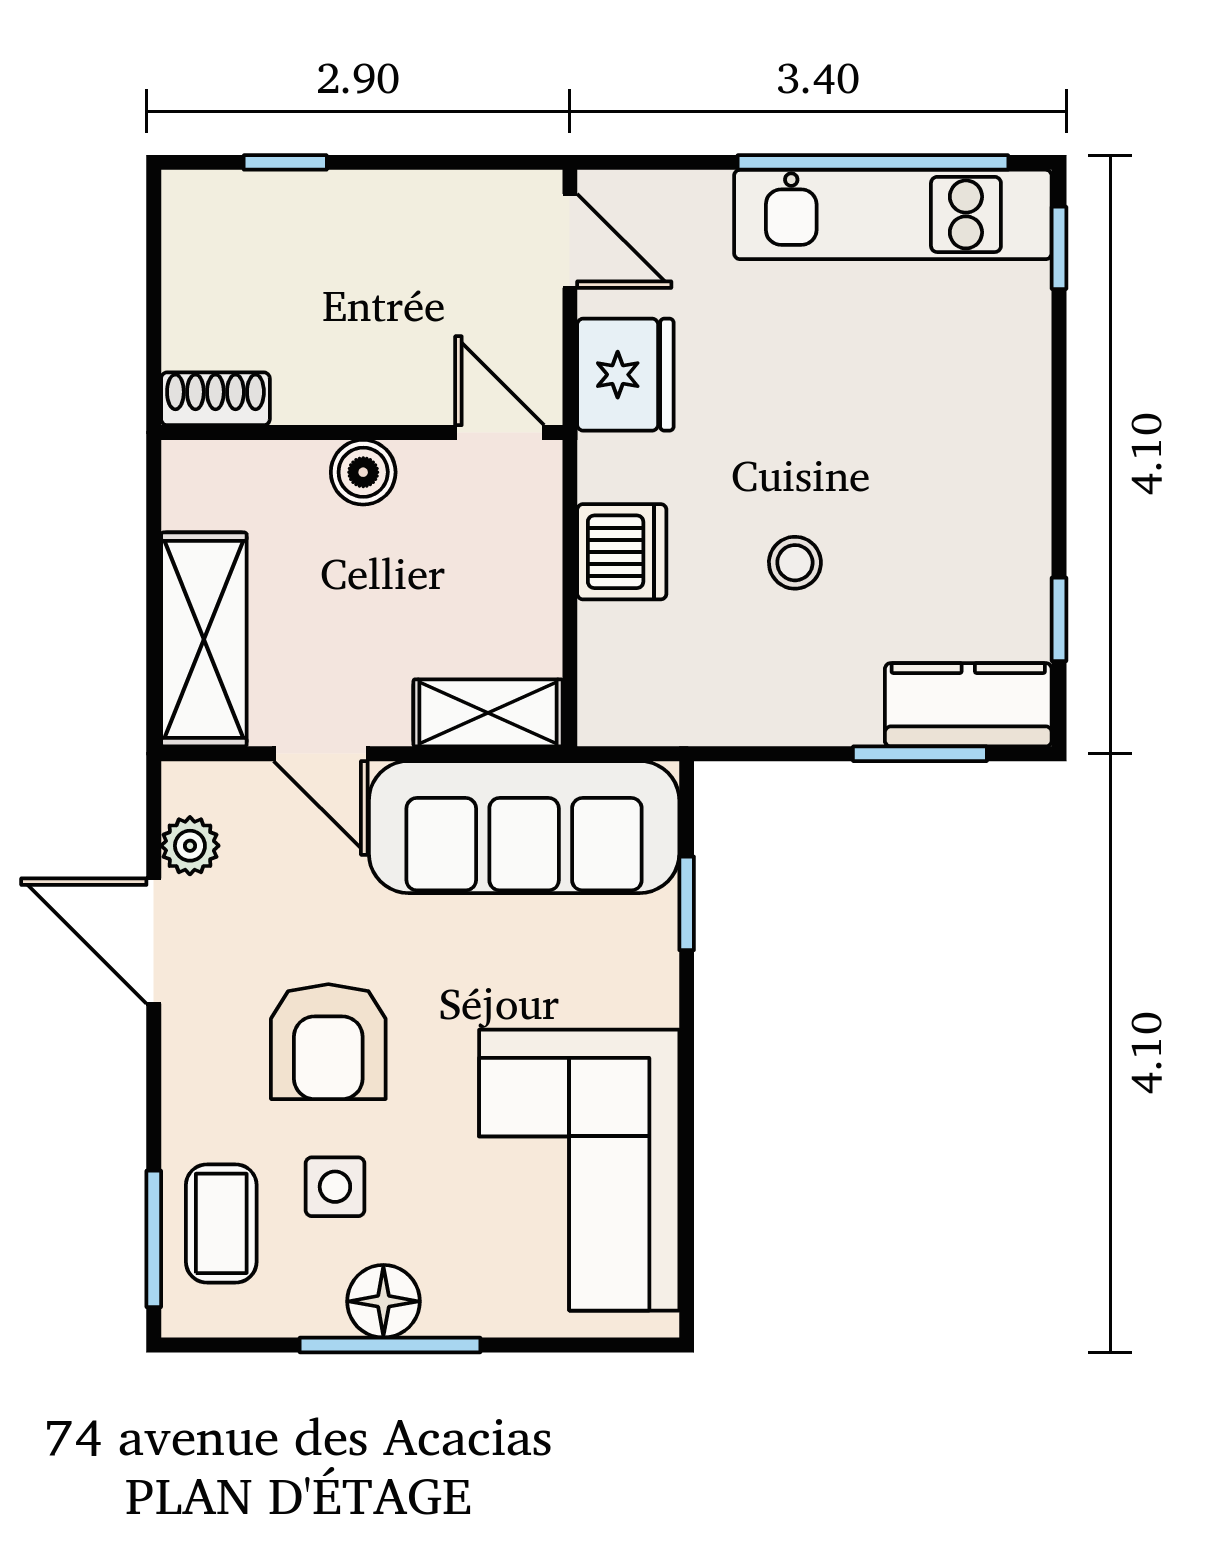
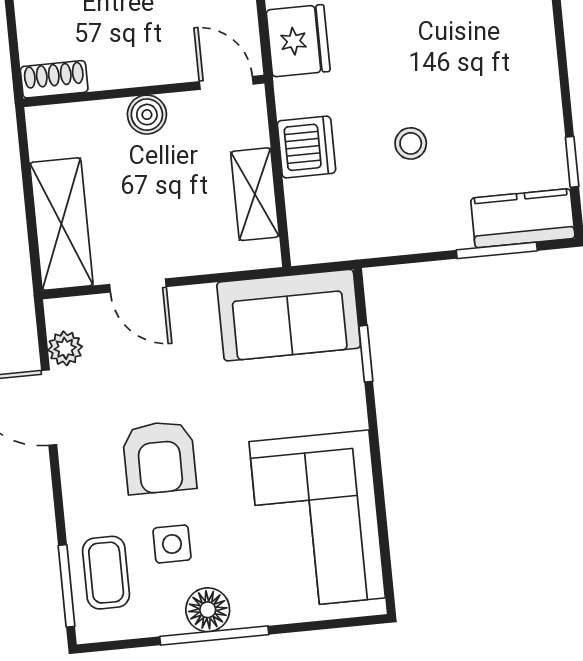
shelving: (488, 713) -> (255, 194), moved, turned 90
sofa: (524, 827) -> (289, 315), width x0.73

